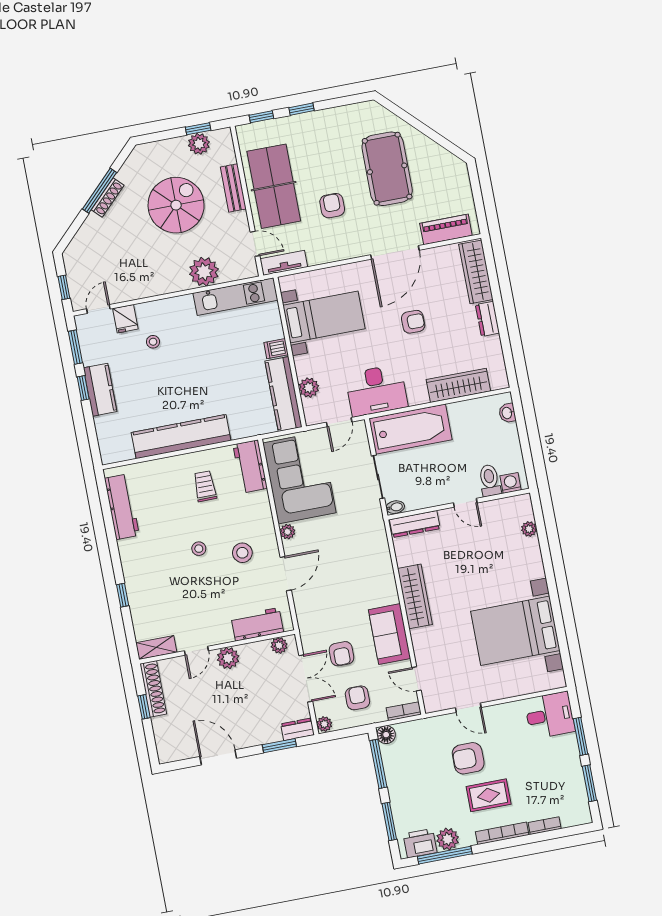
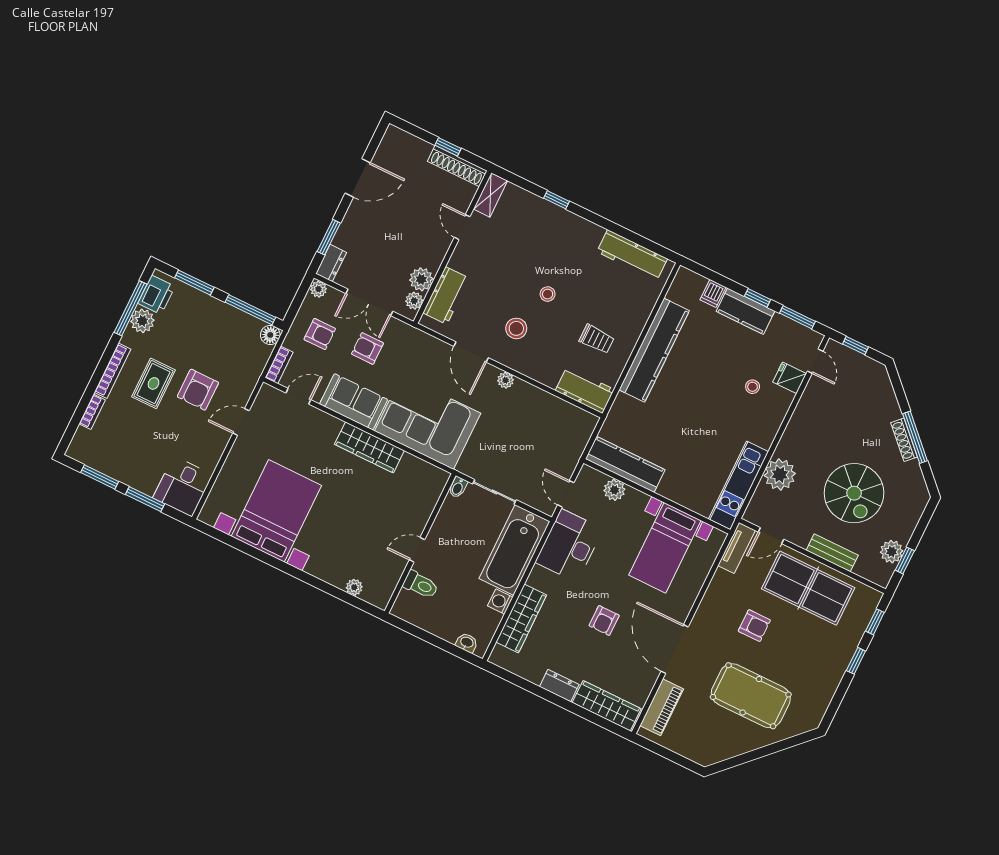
dishwasher: (276, 349) -> (713, 293), moved, turned 180
corner sofa: (299, 478) -> (428, 422), moved, turned 180
washing machine: (511, 483) -> (500, 602), moved, turned 180
dresser: (415, 524) -> (431, 493), removed
plant: (228, 658) -> (421, 279), moved
armchair: (468, 758) -> (198, 390), turned 180

